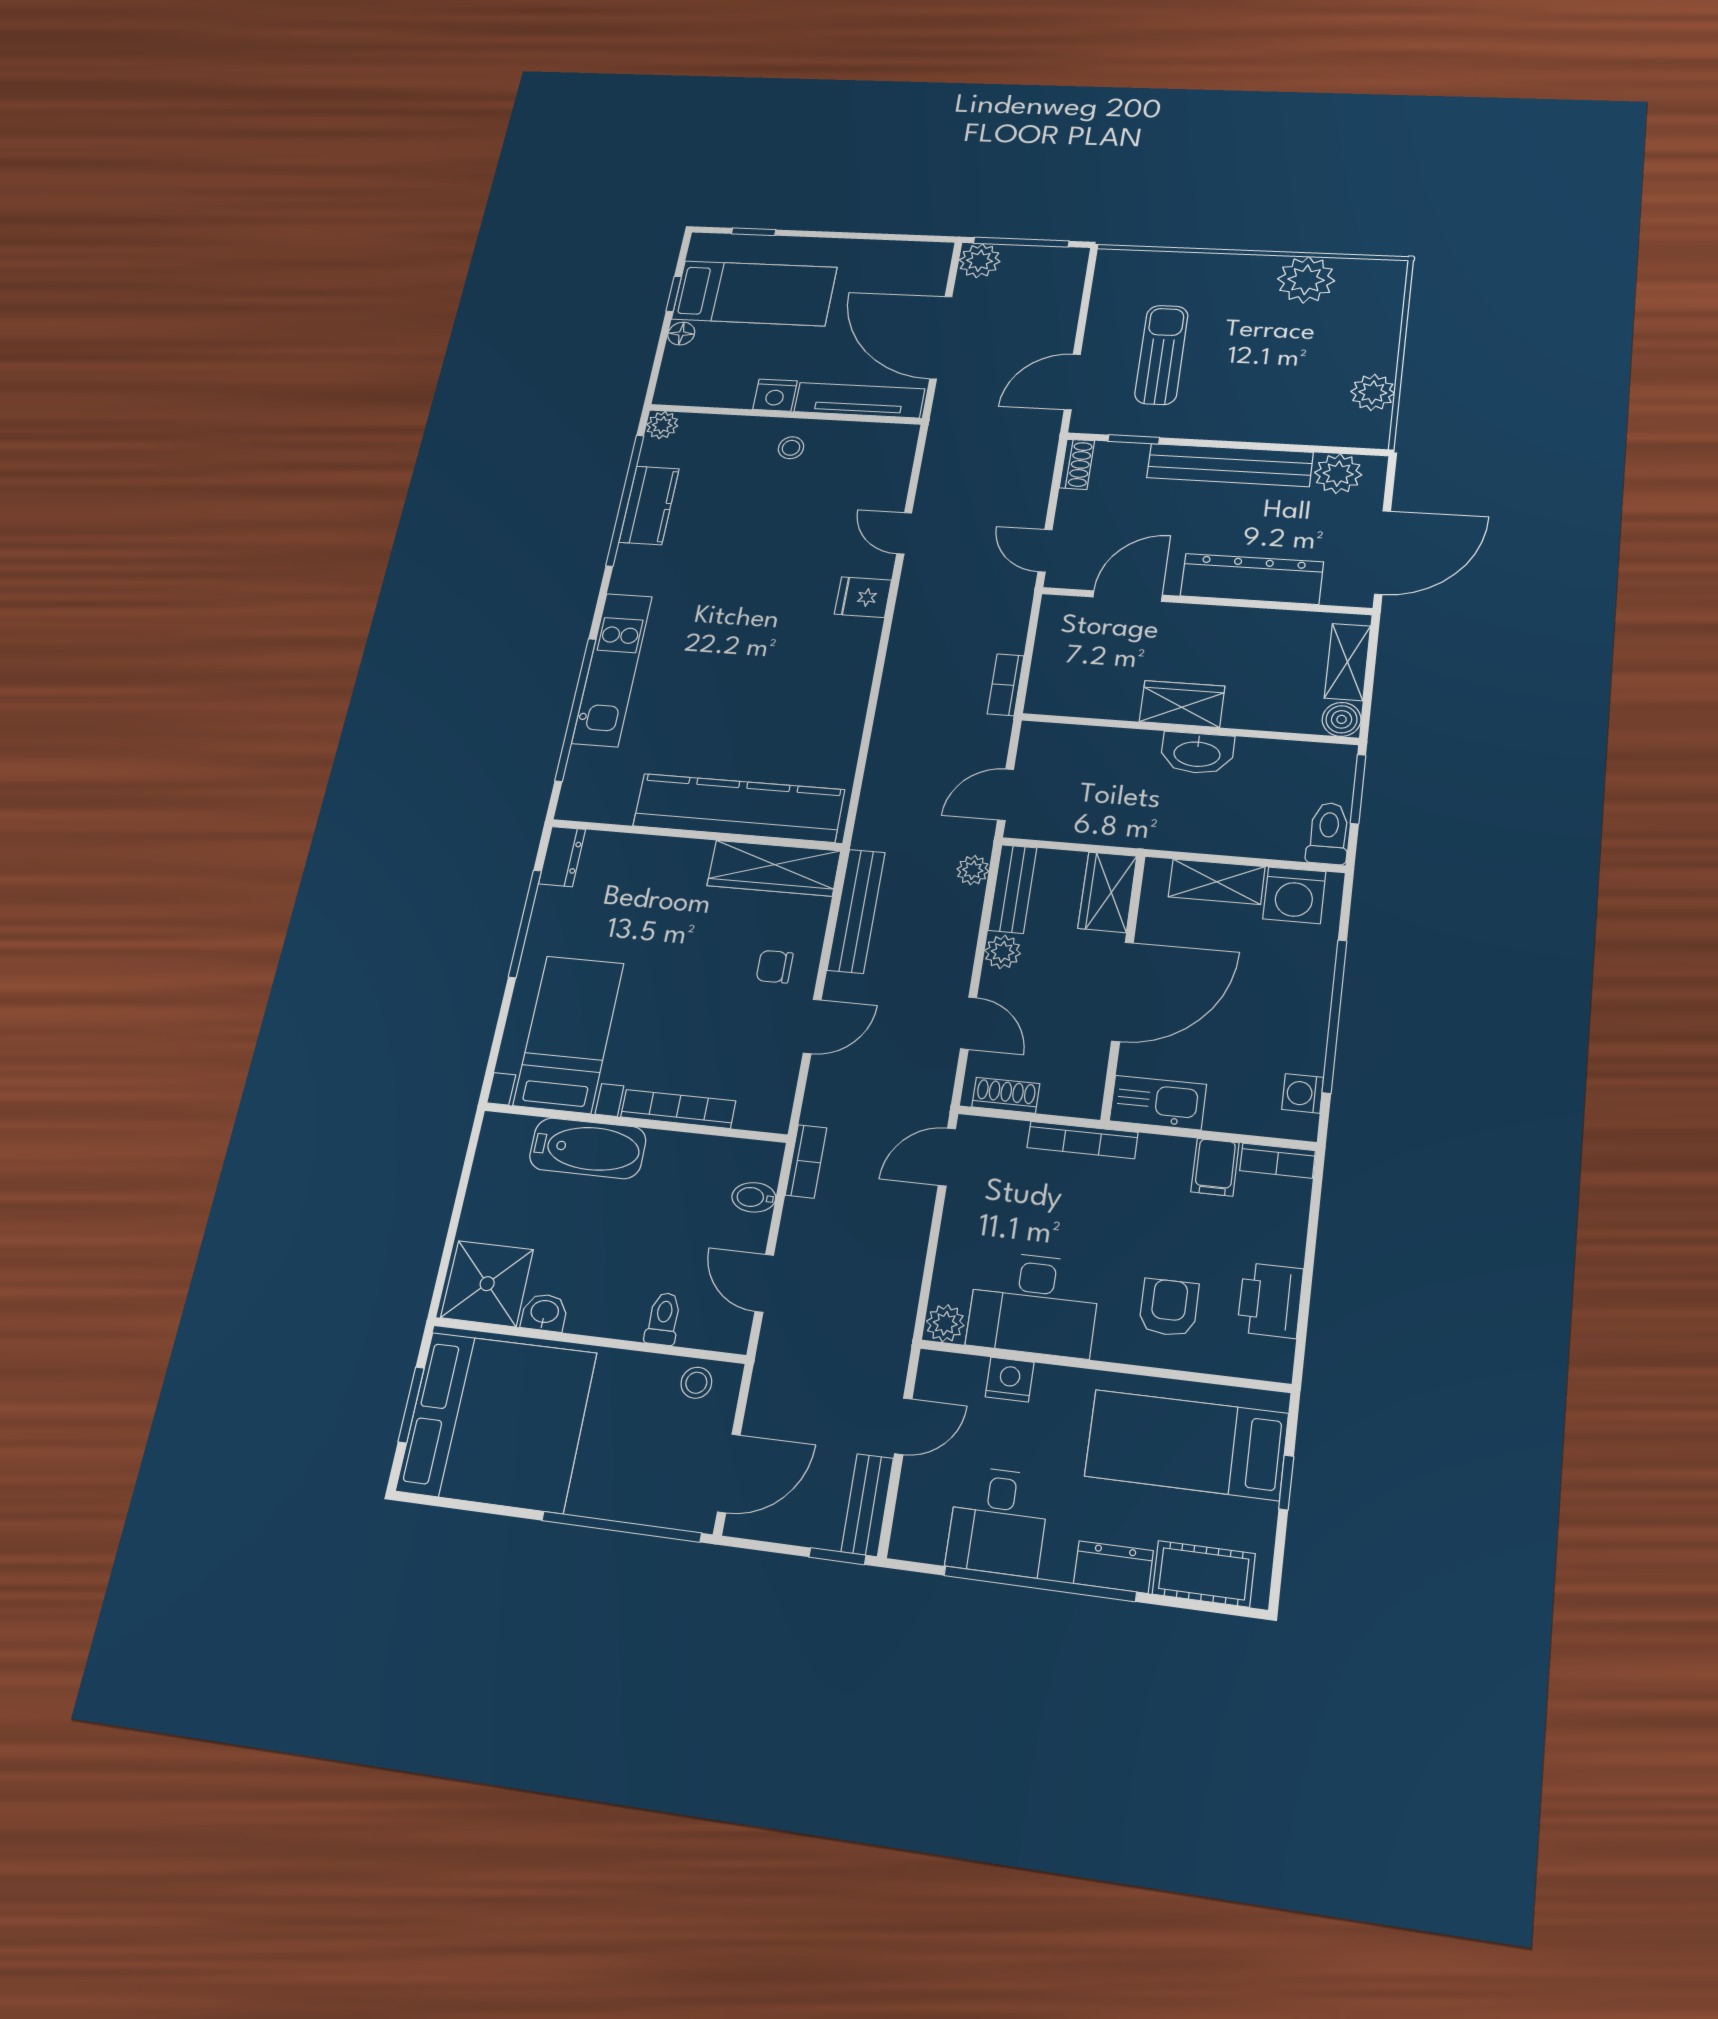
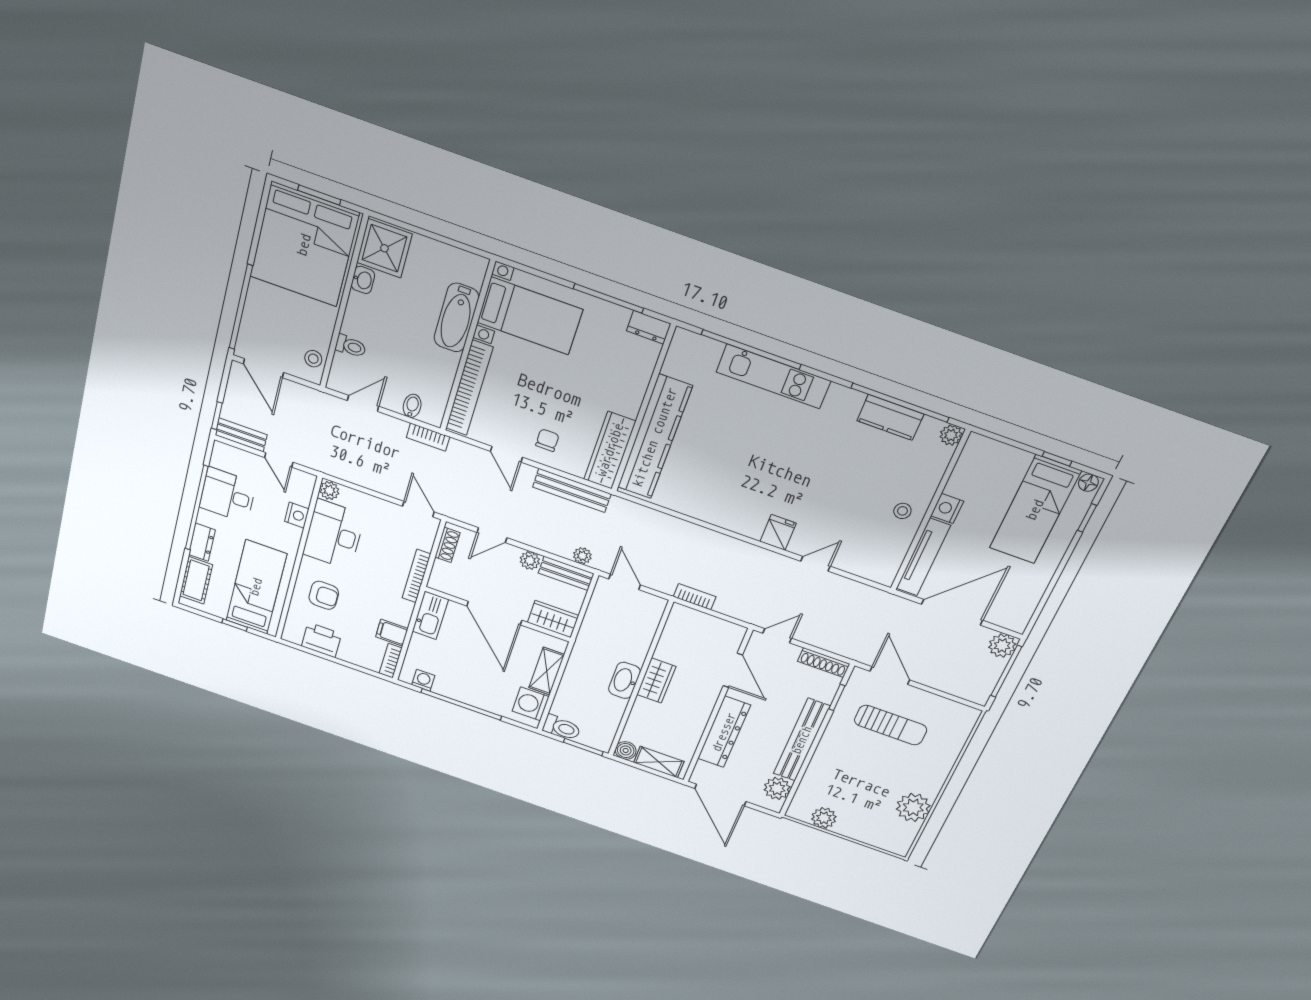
floor lamp: (681, 334) -> (1088, 483), moved
shoe rack: (1077, 464) -> (824, 663), width x1.43
bookcase: (678, 1109) -> (469, 388), width x1.48, depth x1.31

